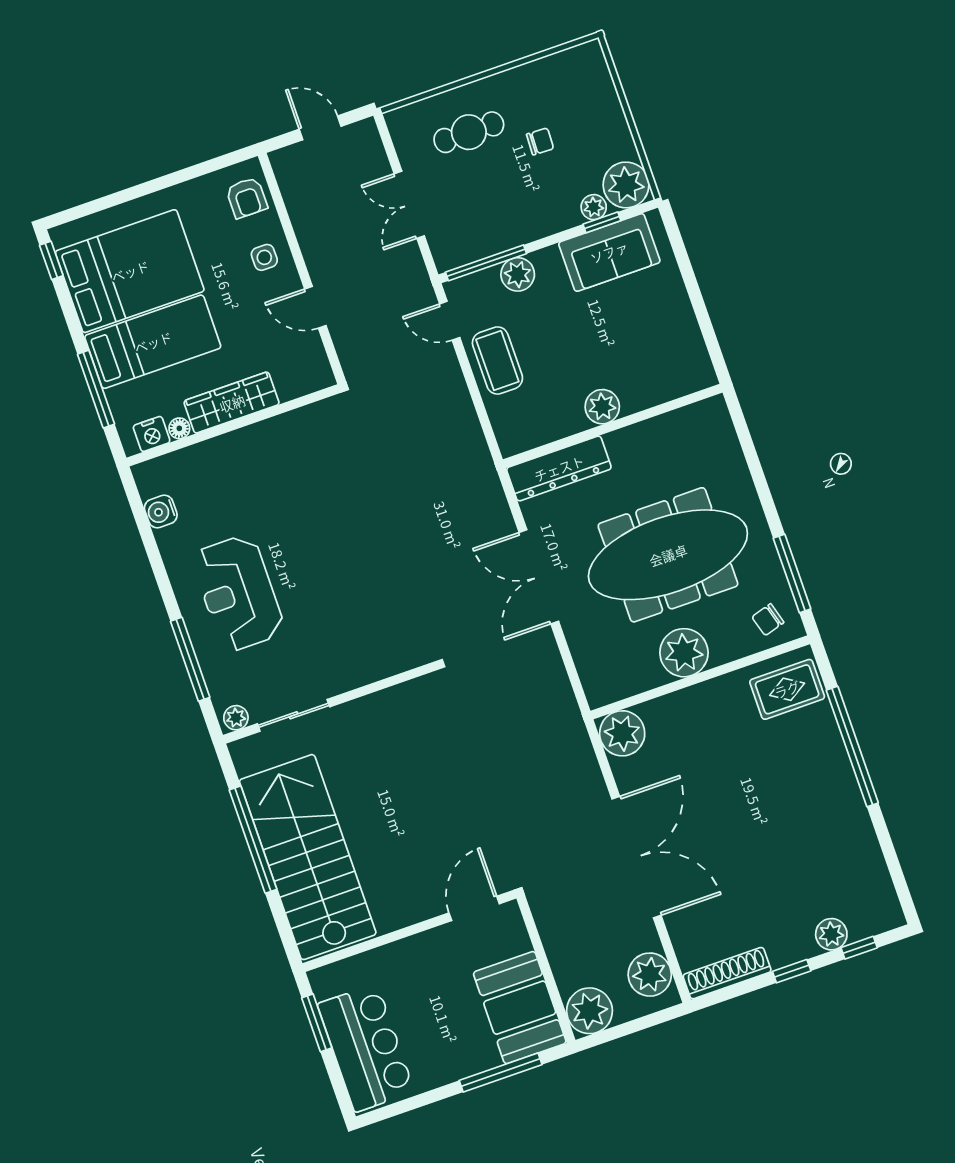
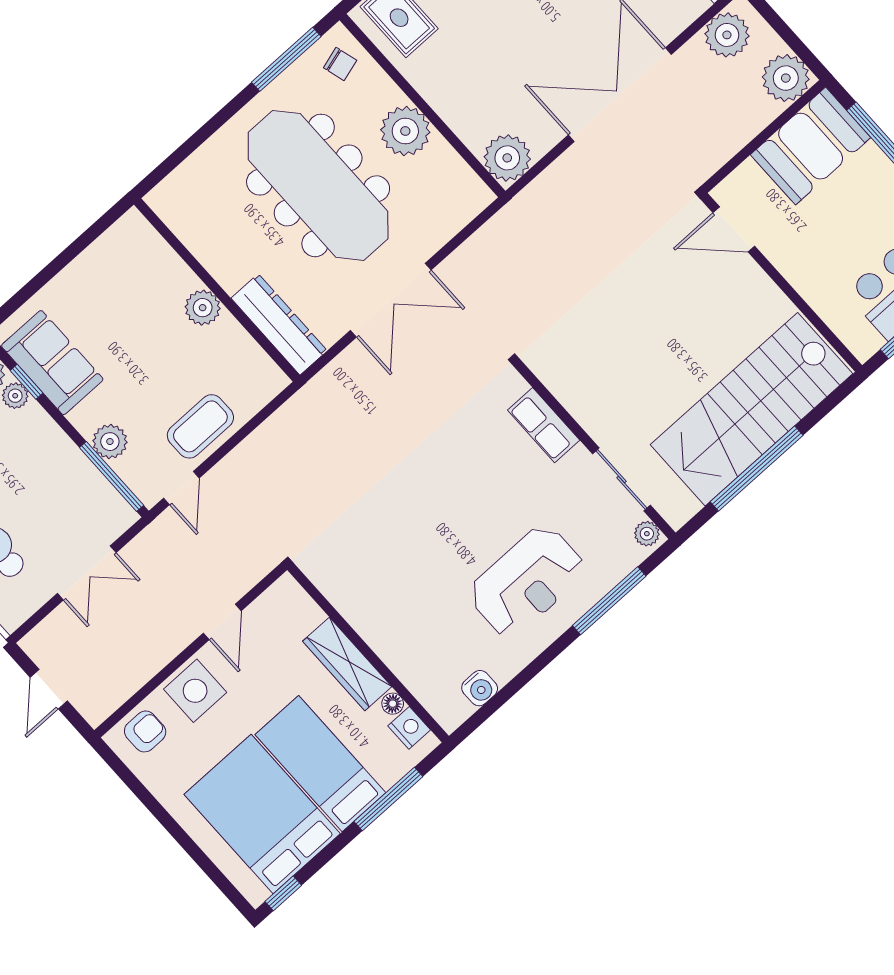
side table: (264, 257) -> (195, 691), width x1.87, depth x1.87
row of seats: (371, 666) -> (544, 425), added

